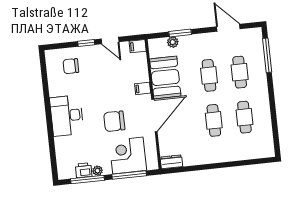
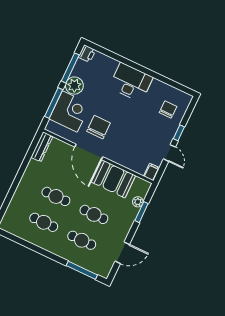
door: (110, 40) -> (169, 153), swing flipped
filing cabinet: (143, 88) -> (116, 156), removed
chair: (114, 121) -> (99, 127), moved
dresser: (171, 162) -> (42, 147), width x1.44
printer: (84, 170) -> (87, 54), moved
plant: (97, 171) -> (74, 86), width x1.87, depth x1.87

